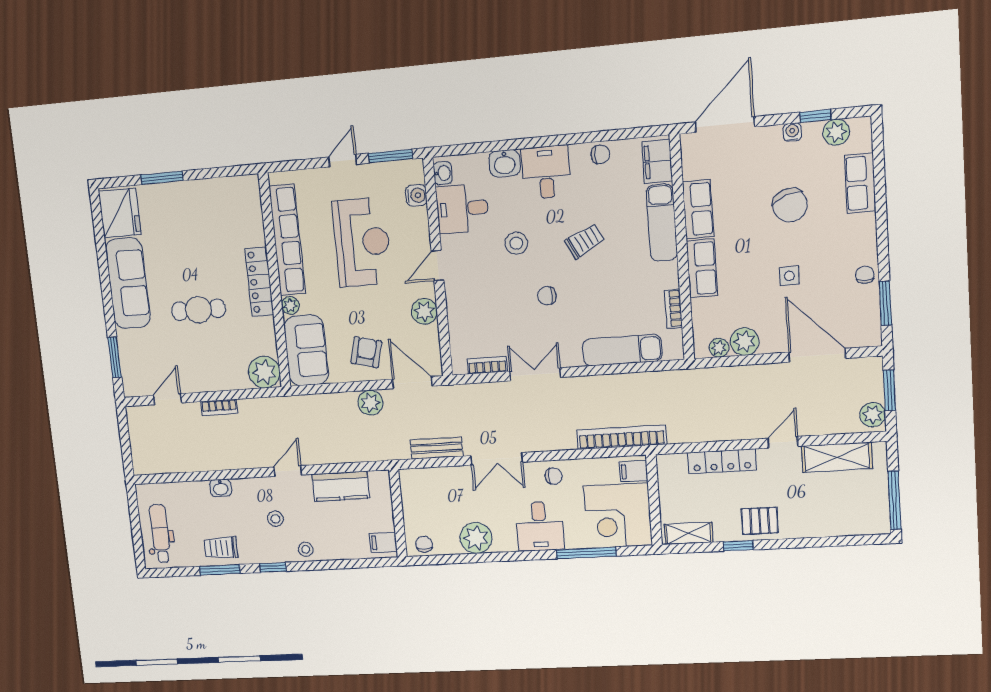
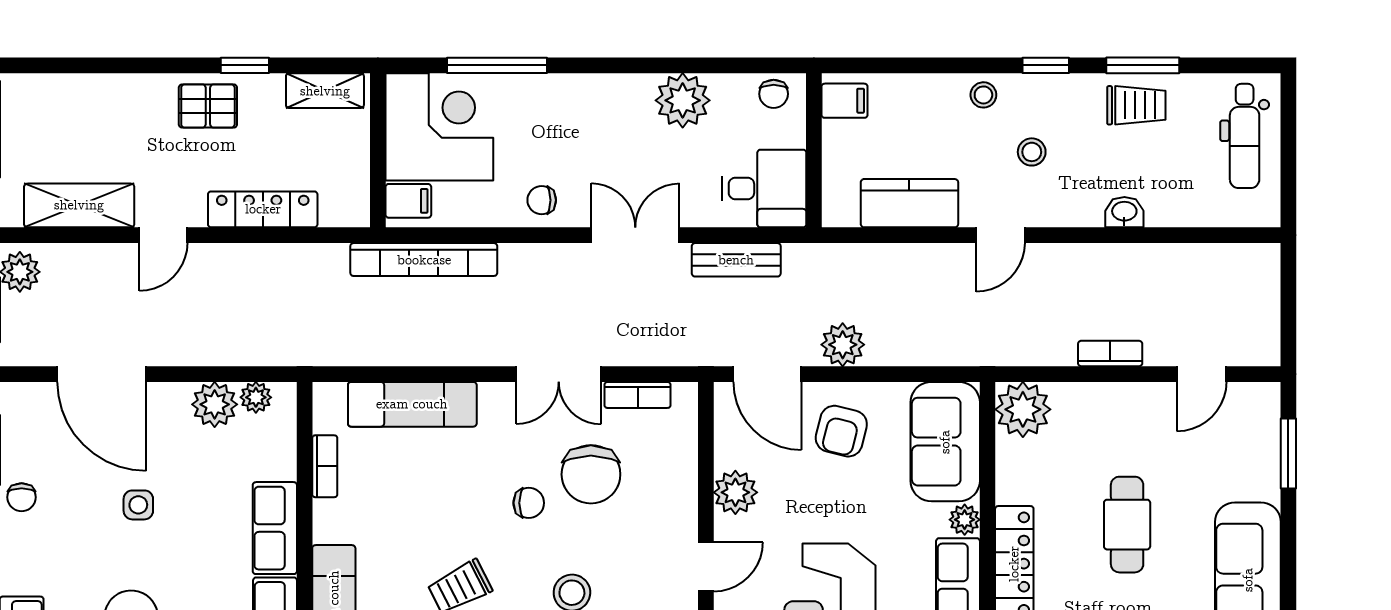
cafe table: (198, 310) -> (1127, 525), turned 90
chair: (511, 316) -> (591, 474), added
desk: (540, 526) -> (764, 188), moved, turned 90

